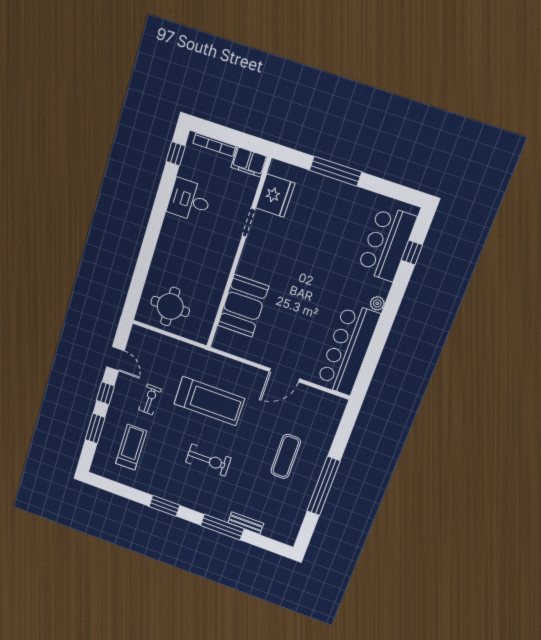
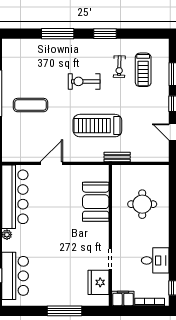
round table: (170, 306) -> (142, 204), moved
exercise bike: (150, 400) -> (119, 67), moved
exercise mat: (286, 456) -> (31, 105), turned 90
bench: (246, 523) -> (117, 157), moved

